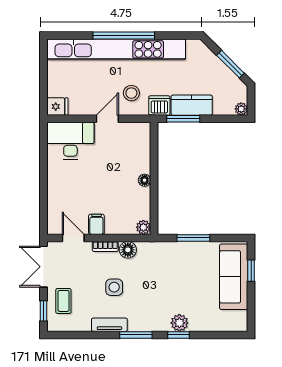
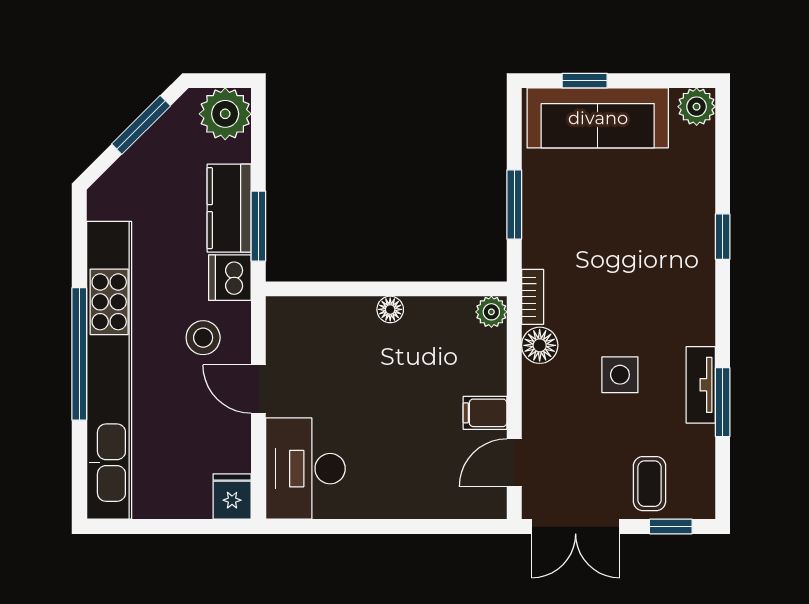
plant: (241, 109) -> (225, 114), width x1.88, depth x1.88
bookcase: (105, 246) -> (533, 297), moved
coffee table: (63, 301) -> (650, 484), turned 90
plant: (179, 323) -> (697, 107), moved
window: (136, 335) -> (723, 402), moved

